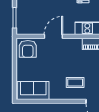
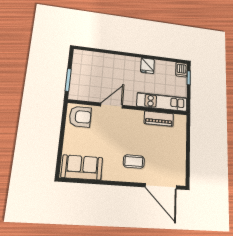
armchair: (28, 49) -> (80, 117), turned -90

